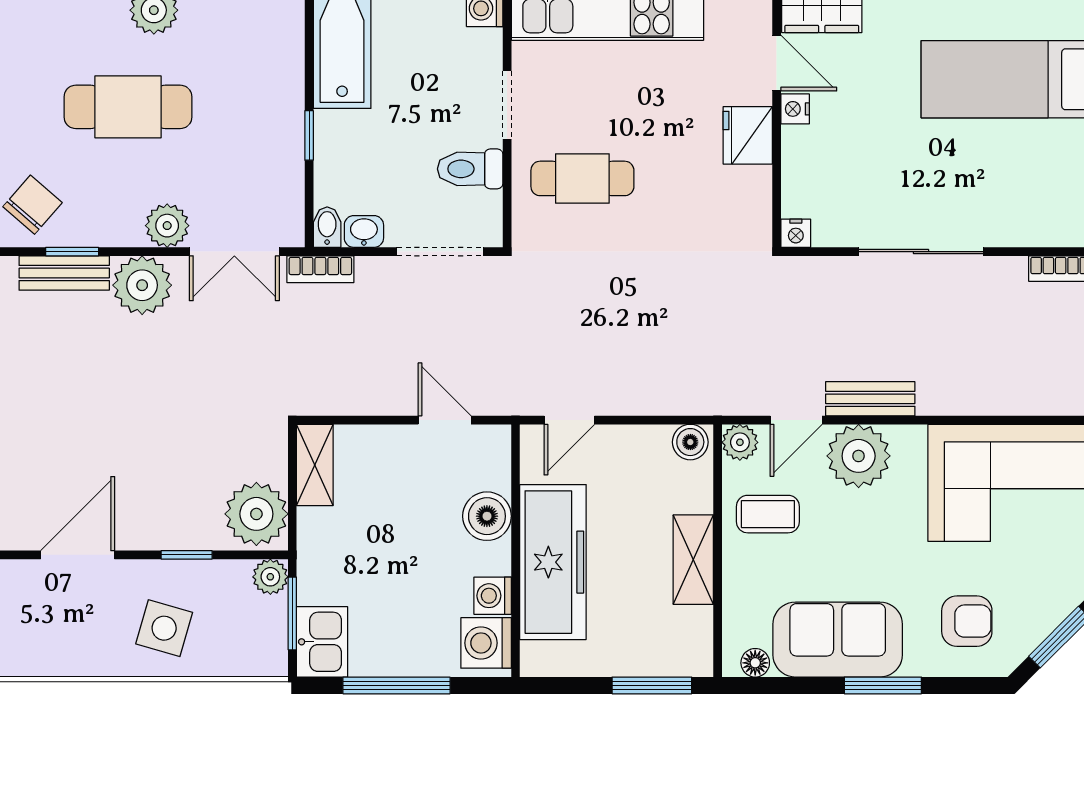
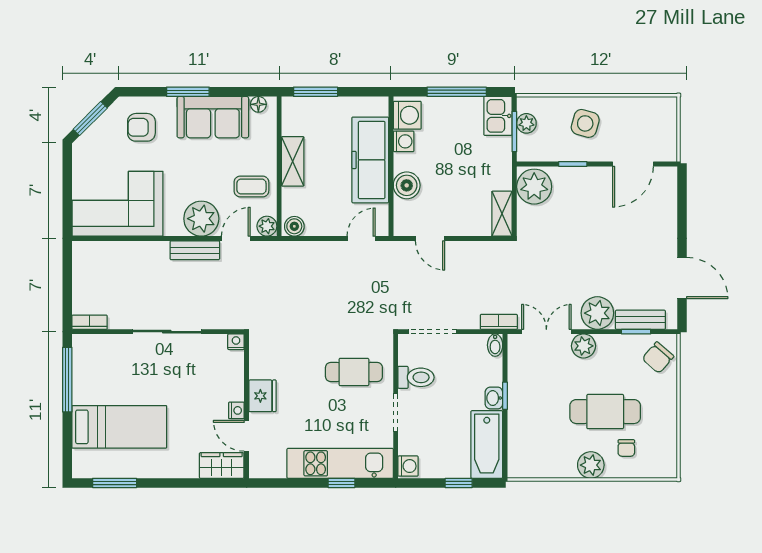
chair: (90, 41) -> (626, 448), added
washbasin: (364, 231) -> (494, 398), moved, turned 90
plant: (270, 577) -> (526, 123), moved

